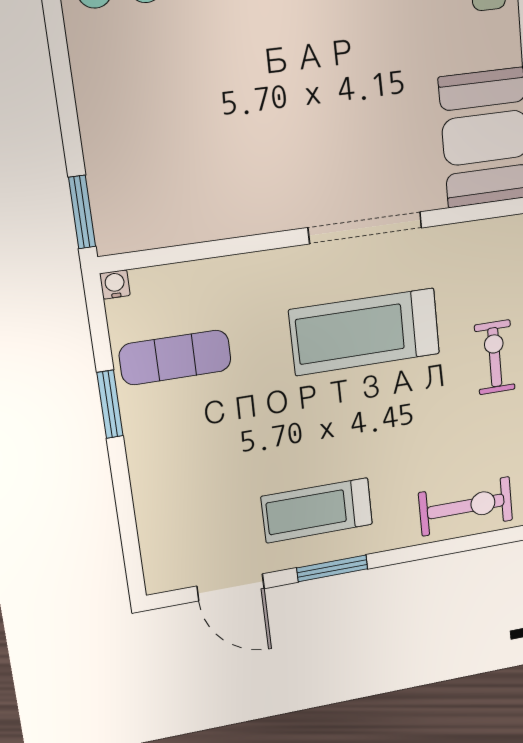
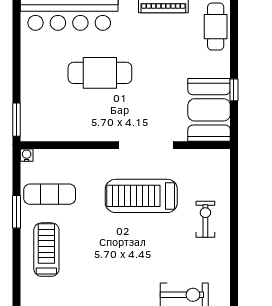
cafe table: (252, 87) -> (100, 73), added
treadmill: (317, 510) -> (46, 250), moved, turned 90

